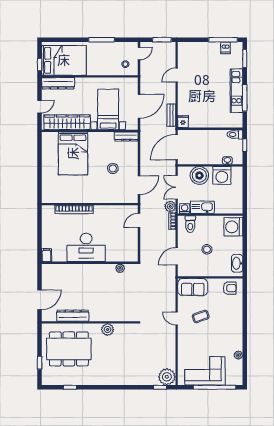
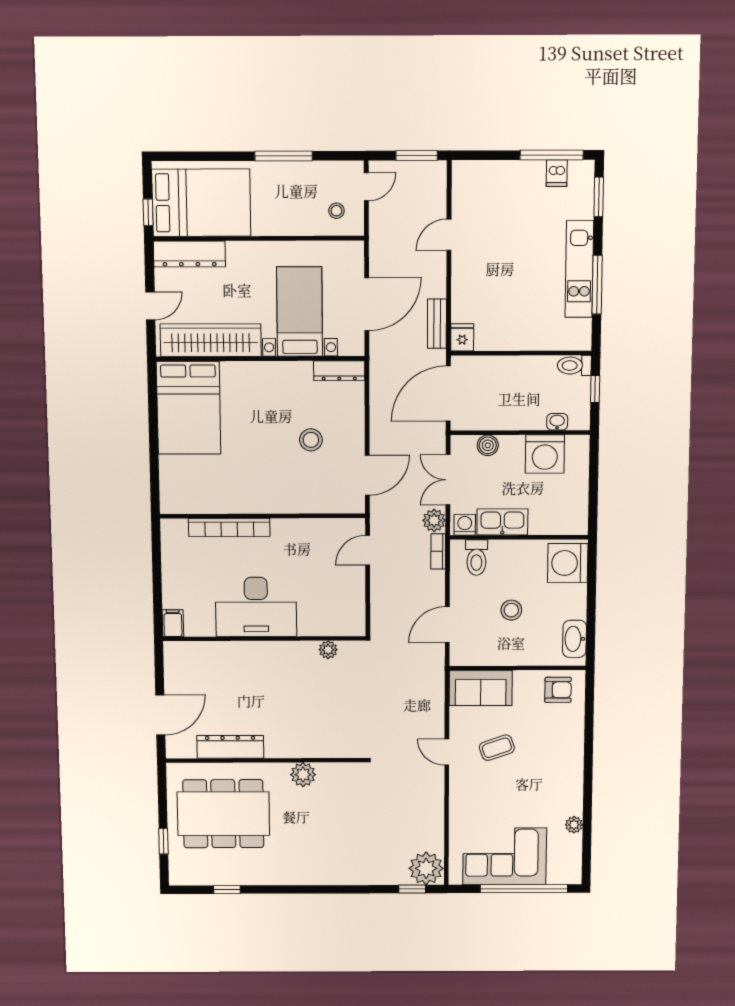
bed: (73, 153) -> (189, 408), moved
boiler: (199, 175) -> (488, 445), width x0.54, depth x0.54

